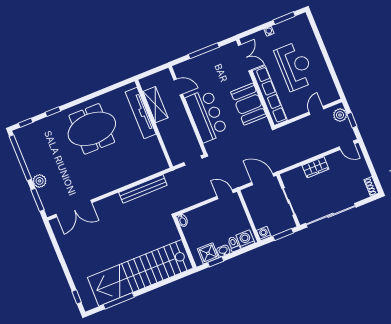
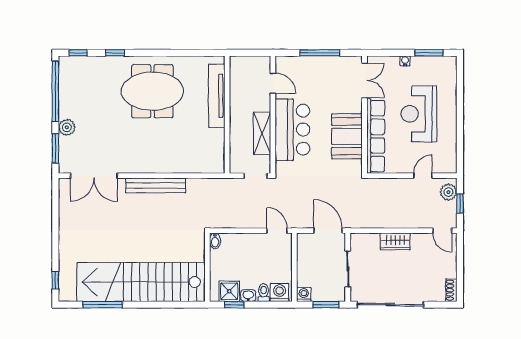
reception desk: (295, 66) -> (419, 114), turned 180
shelving: (155, 105) -> (262, 133), moved
bench: (143, 189) -> (156, 185), moved

